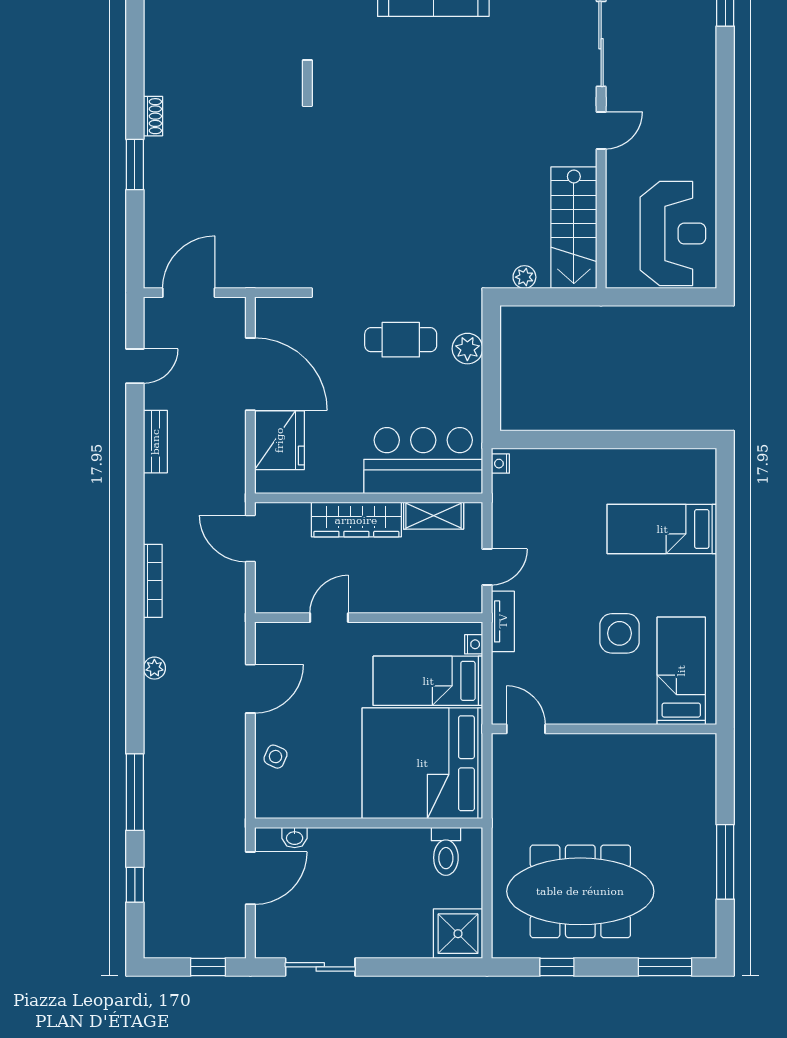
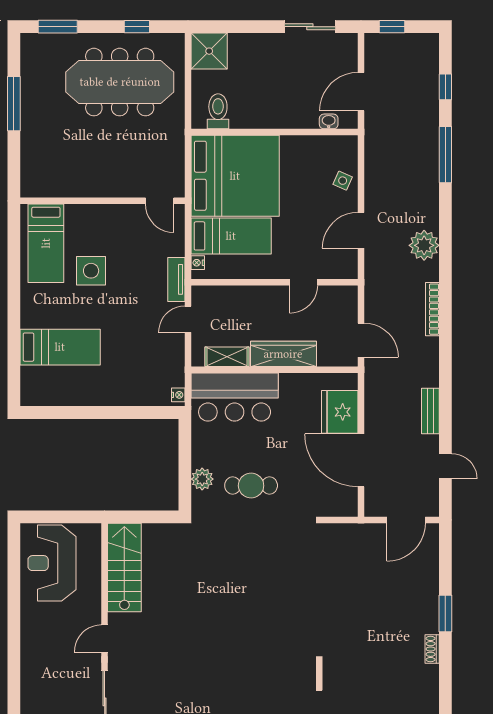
plant: (524, 277) -> (161, 531), removed
door: (135, 366) -> (445, 466), swing flipped
plant: (154, 668) -> (424, 245), width x1.88, depth x1.88

